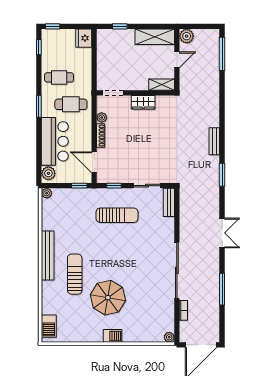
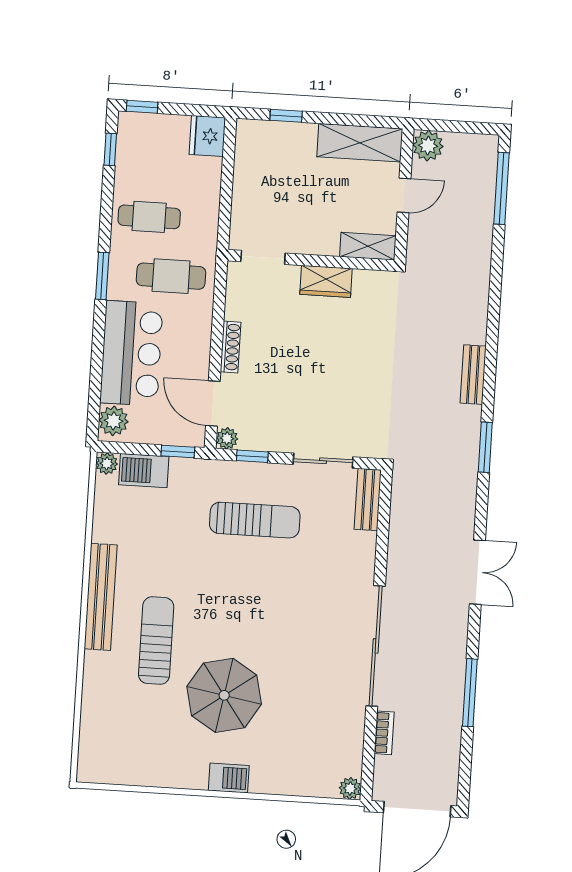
plant: (102, 118) -> (227, 438), moved
barbecue: (49, 326) -> (144, 471), moved, turned 90

